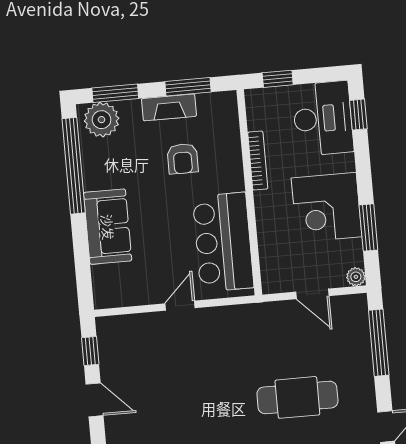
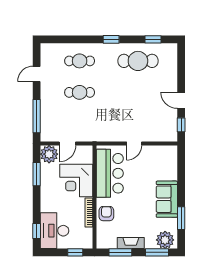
armchair: (183, 159) -> (106, 214), moved
window: (74, 166) -> (181, 218), width x0.47
corner desk: (326, 207) -> (76, 181), moved, turned 180
sofa: (108, 227) -> (167, 199), moved
plant: (356, 277) -> (49, 154), width x1.88, depth x1.88
door: (312, 294) -> (67, 143), swing flipped
cafe table: (297, 397) -> (80, 92), width x0.73, depth x0.74

